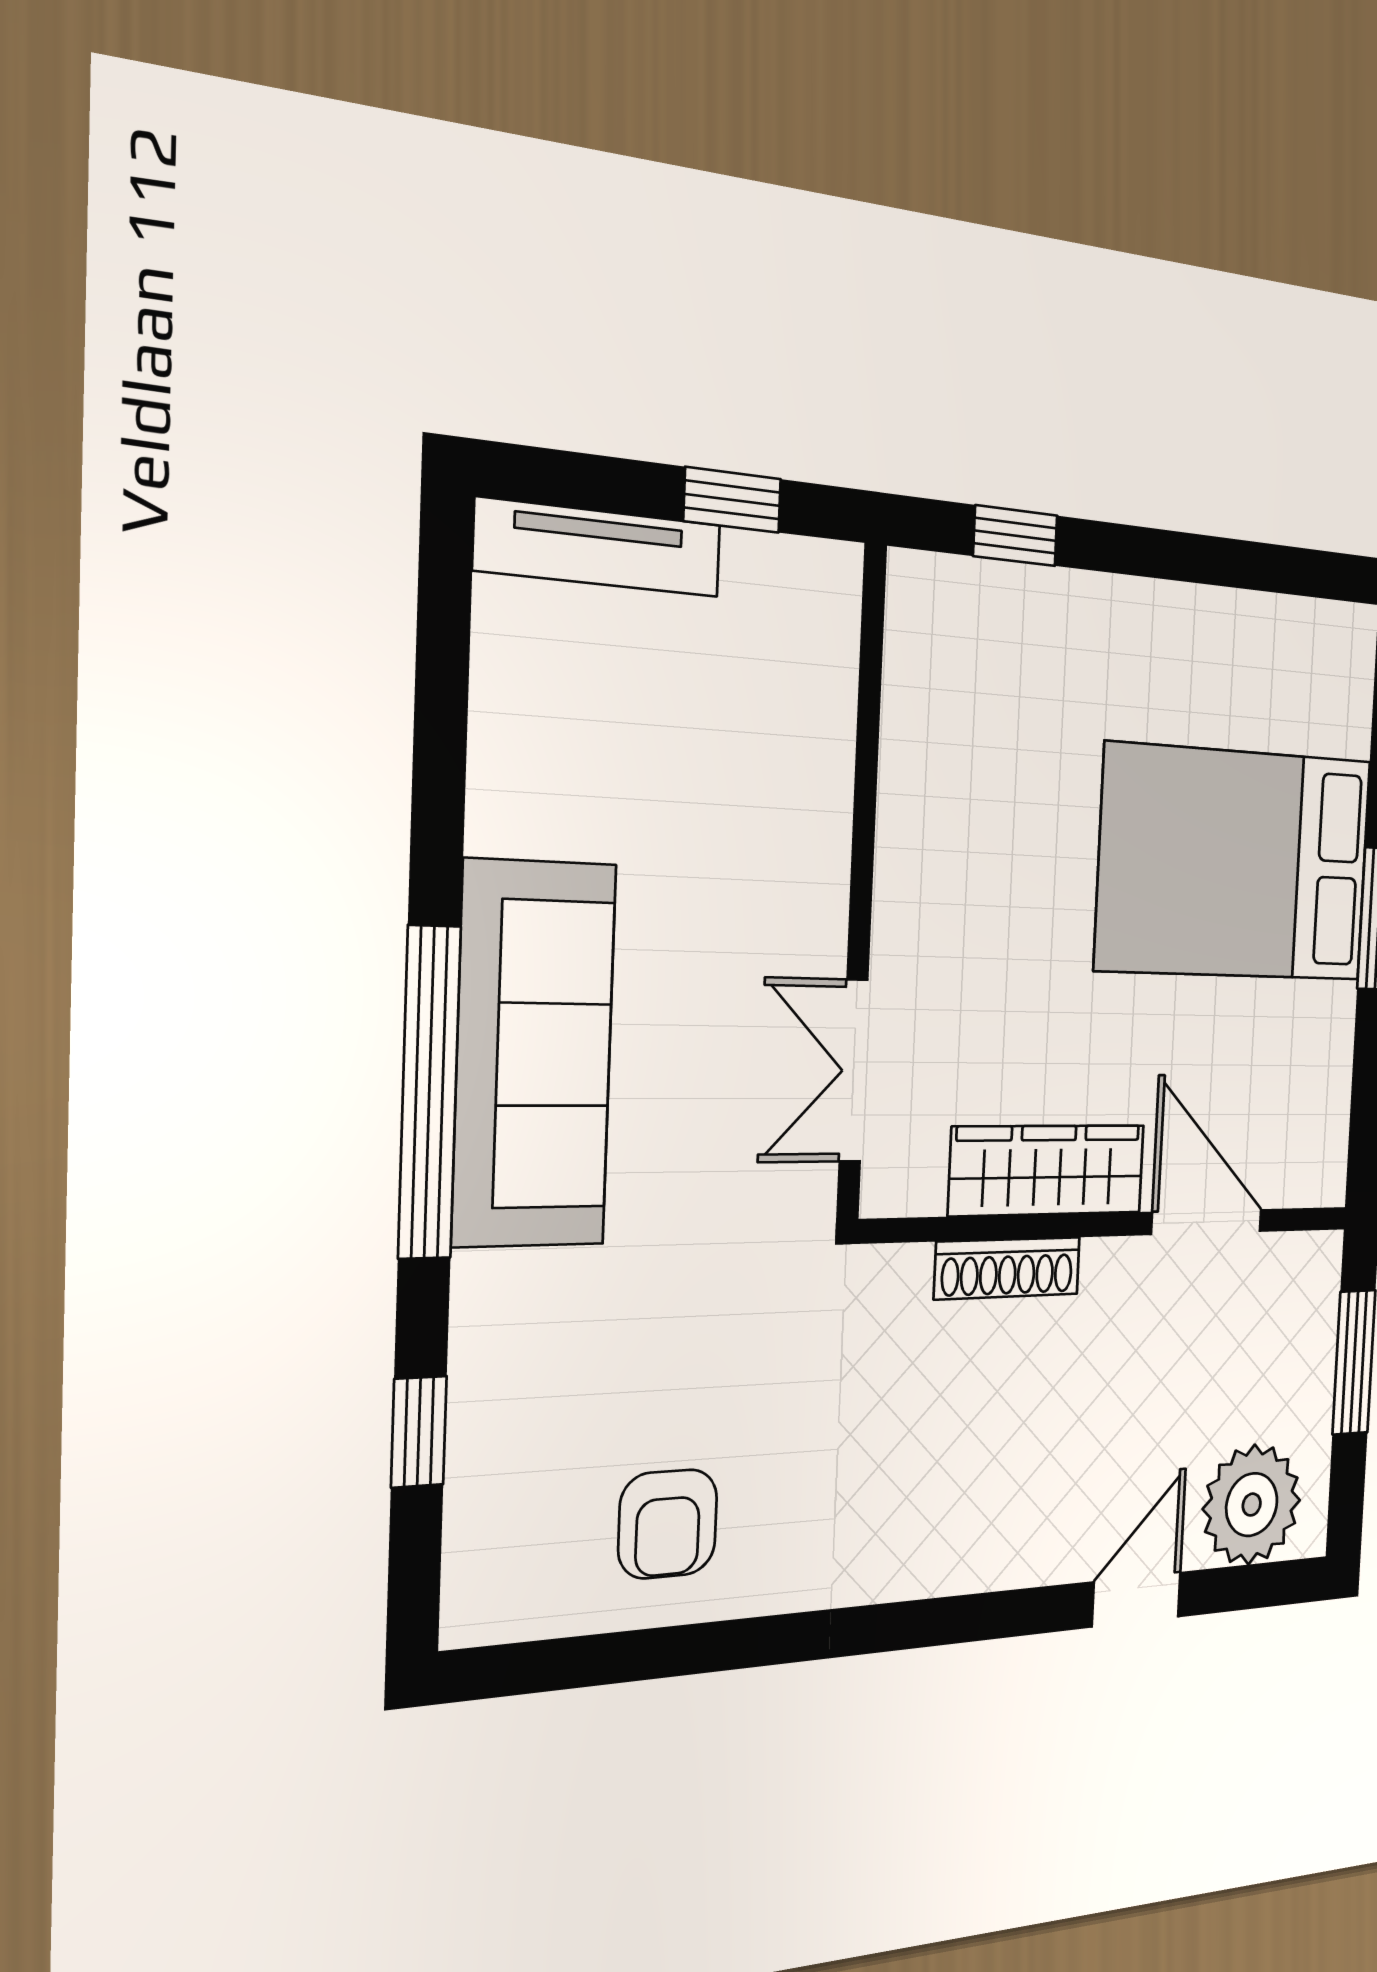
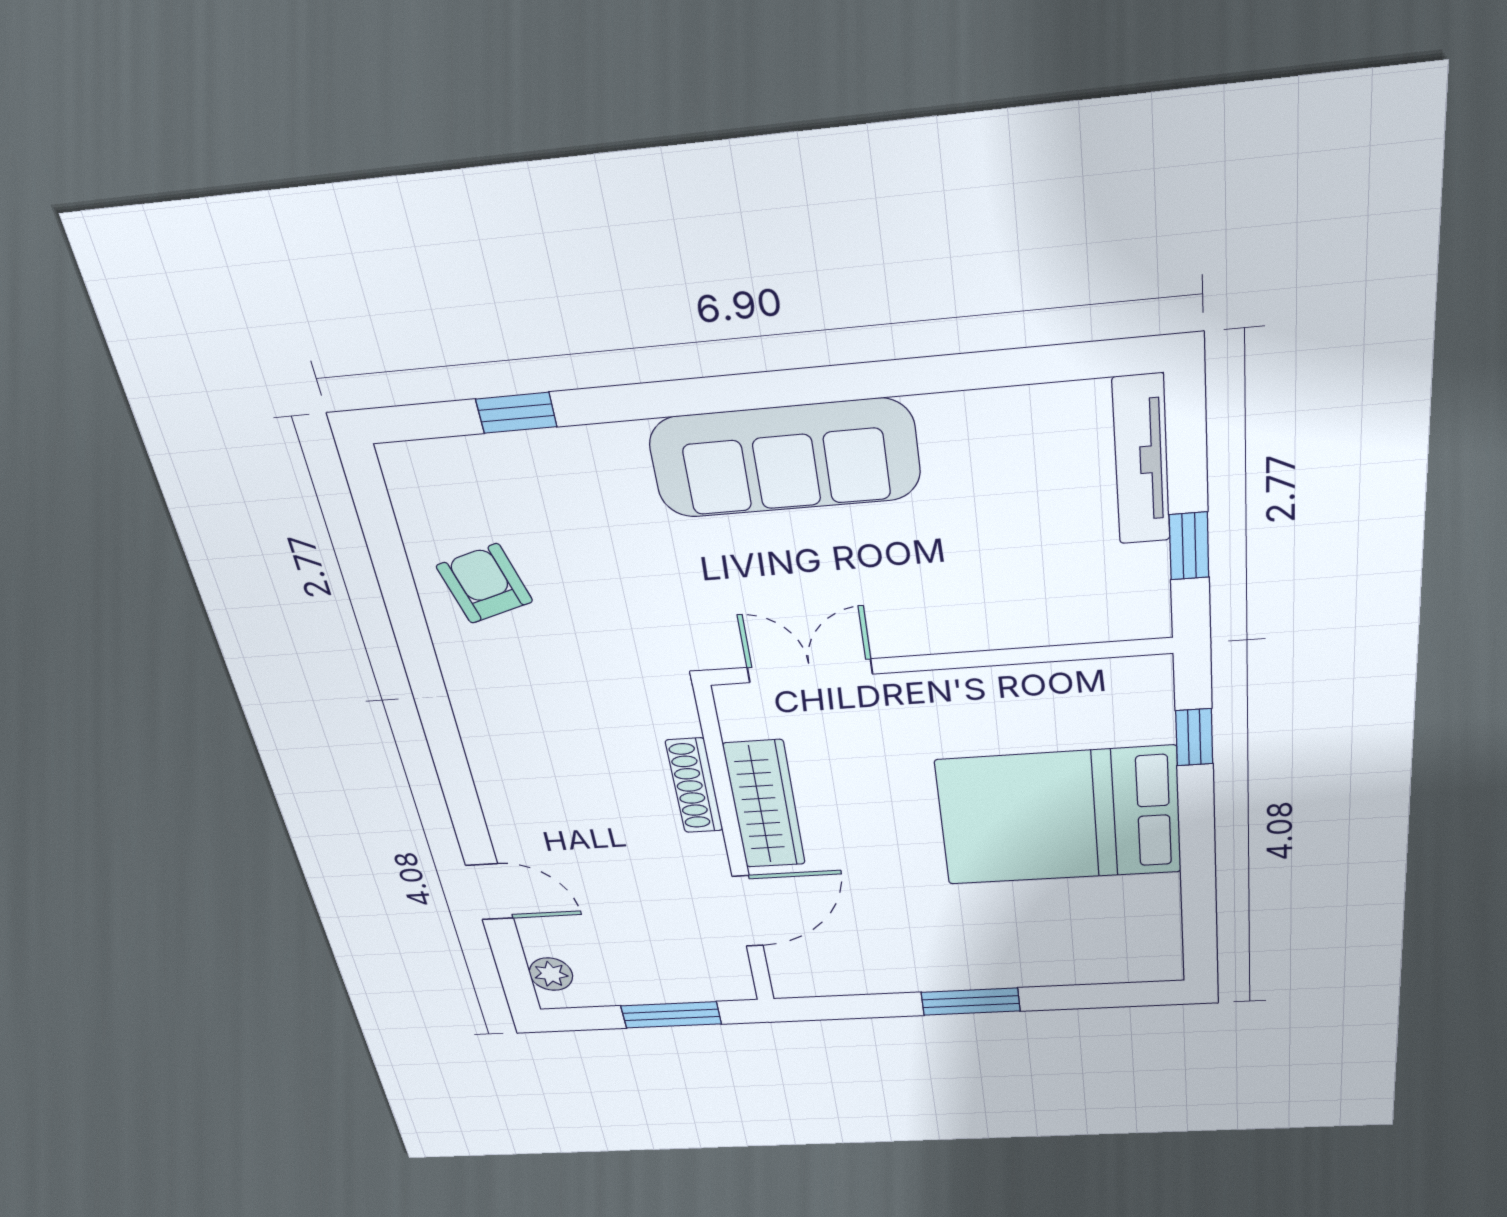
bed: (1235, 864) -> (1059, 816), moved, turned -90
window: (429, 1093) -> (747, 392), removed
plant: (1252, 1505) -> (551, 974), width x0.53, depth x0.53
armchair: (668, 1524) -> (484, 584), turned 74

